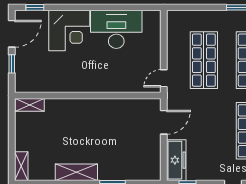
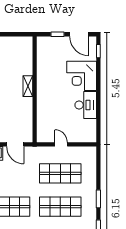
desk: (116, 29) -> (86, 105), width x0.73, depth x0.77
door: (164, 78) -> (61, 144), moved
shelving: (30, 105) -> (28, 86), moved

